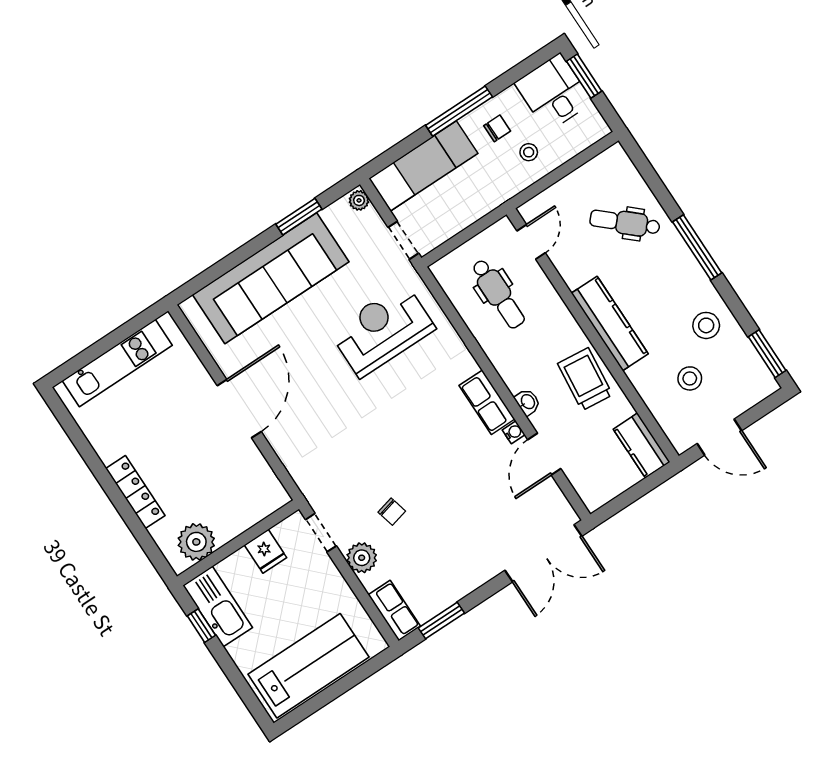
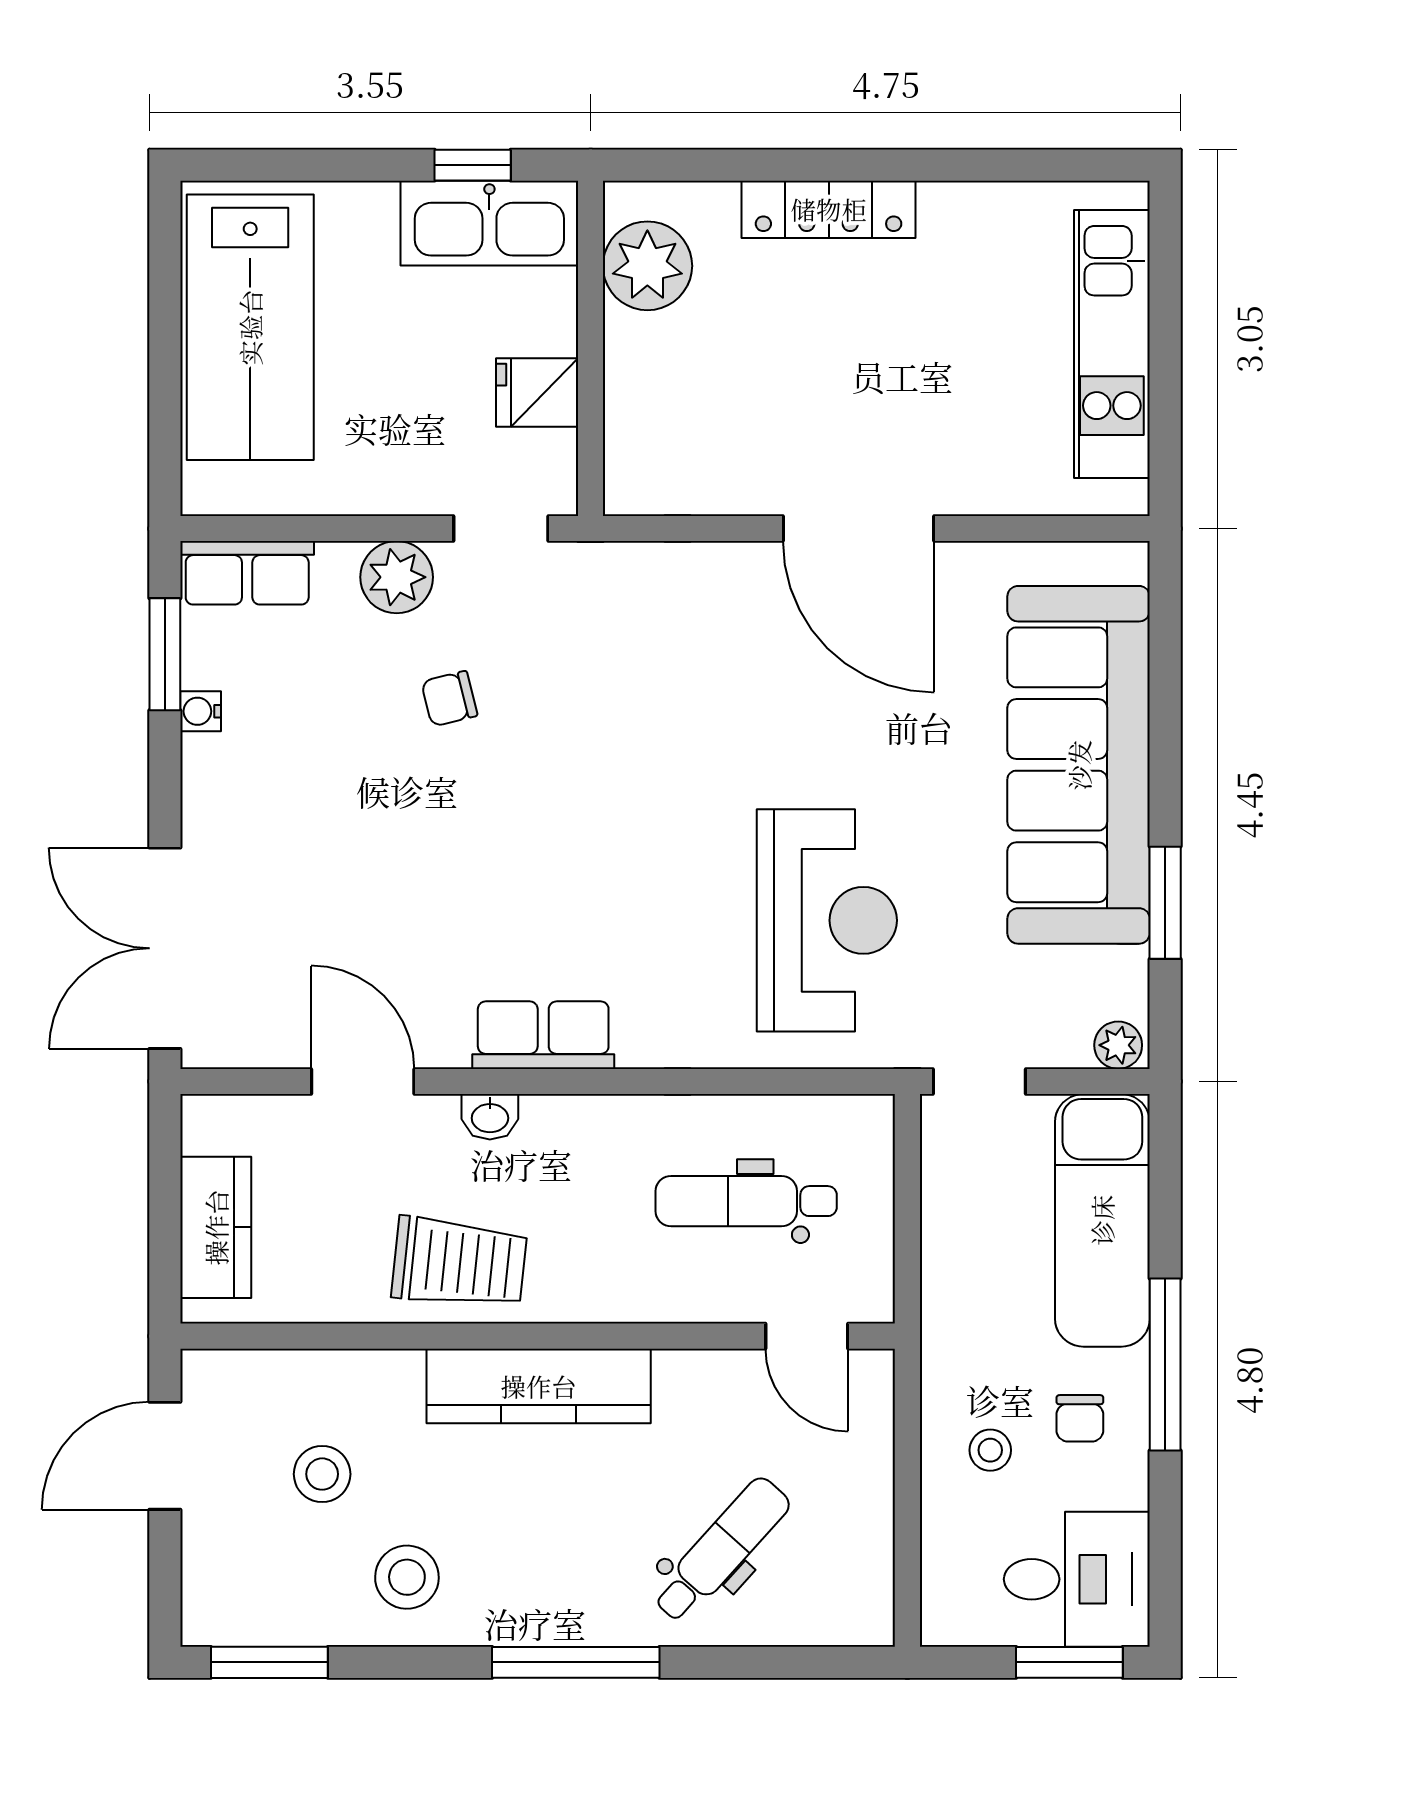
water cooler: (514, 432) -> (201, 711), moved, turned 90
kitchen counter: (642, 446) -> (216, 1227), moved, turned 90

